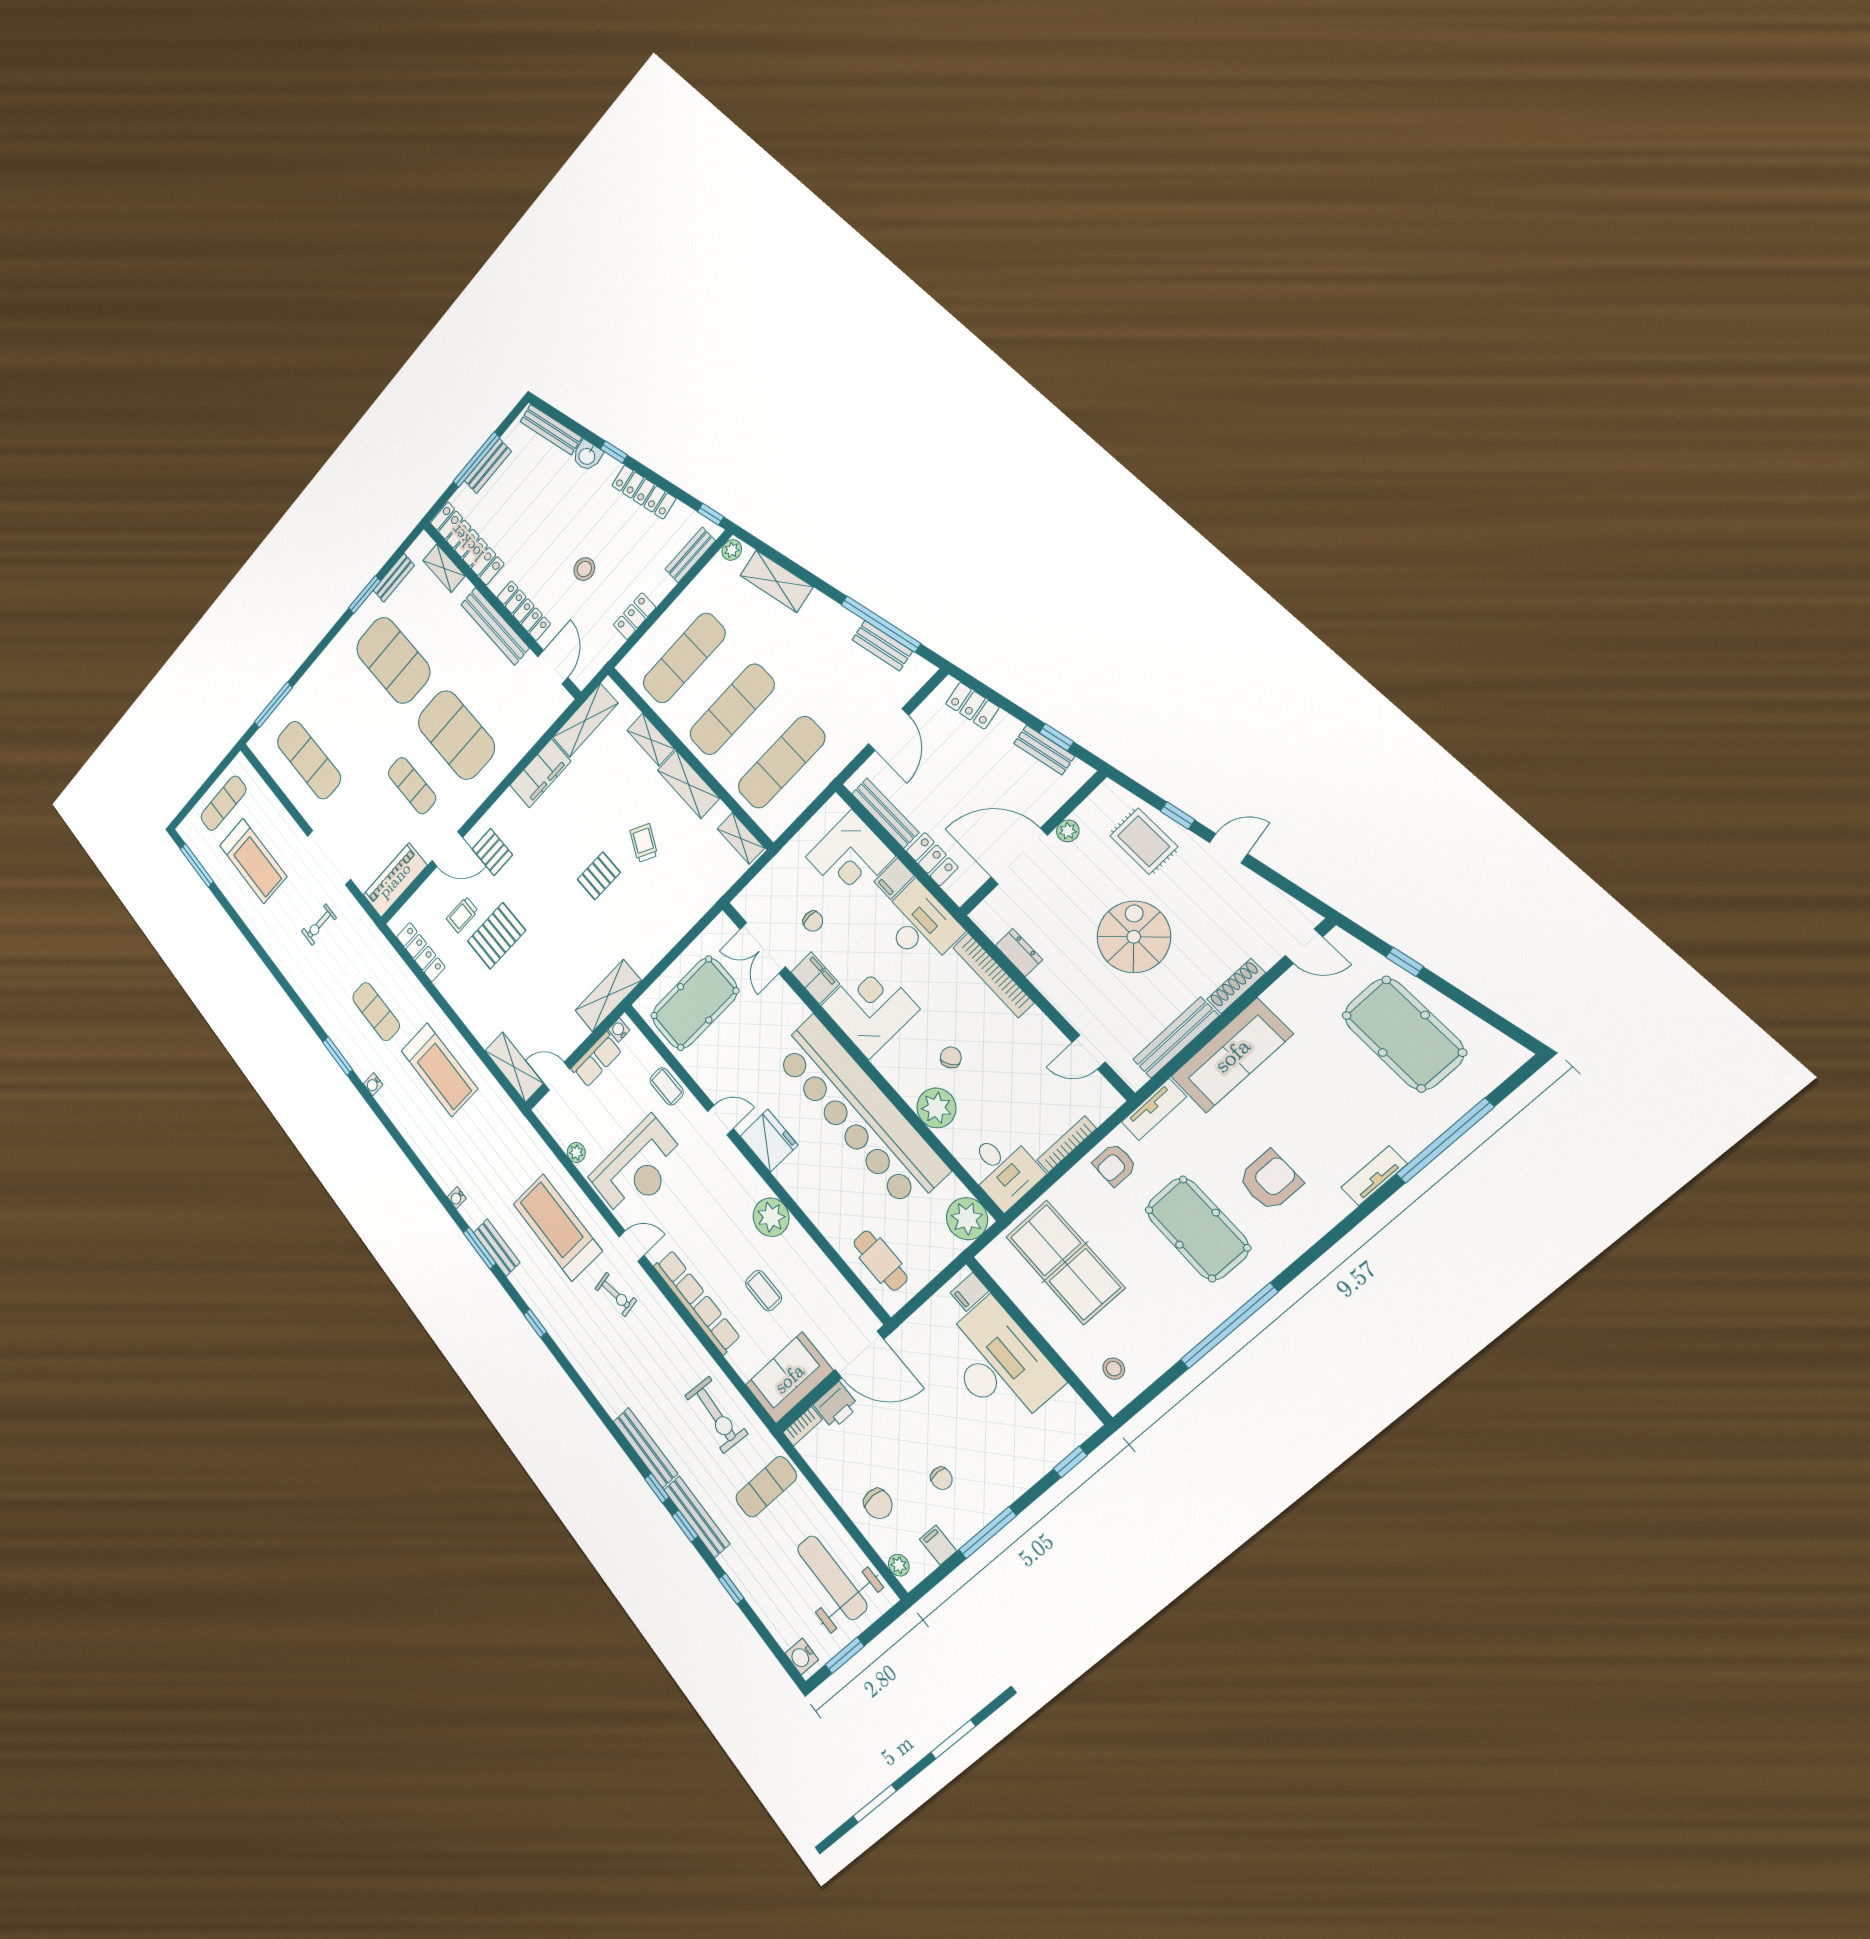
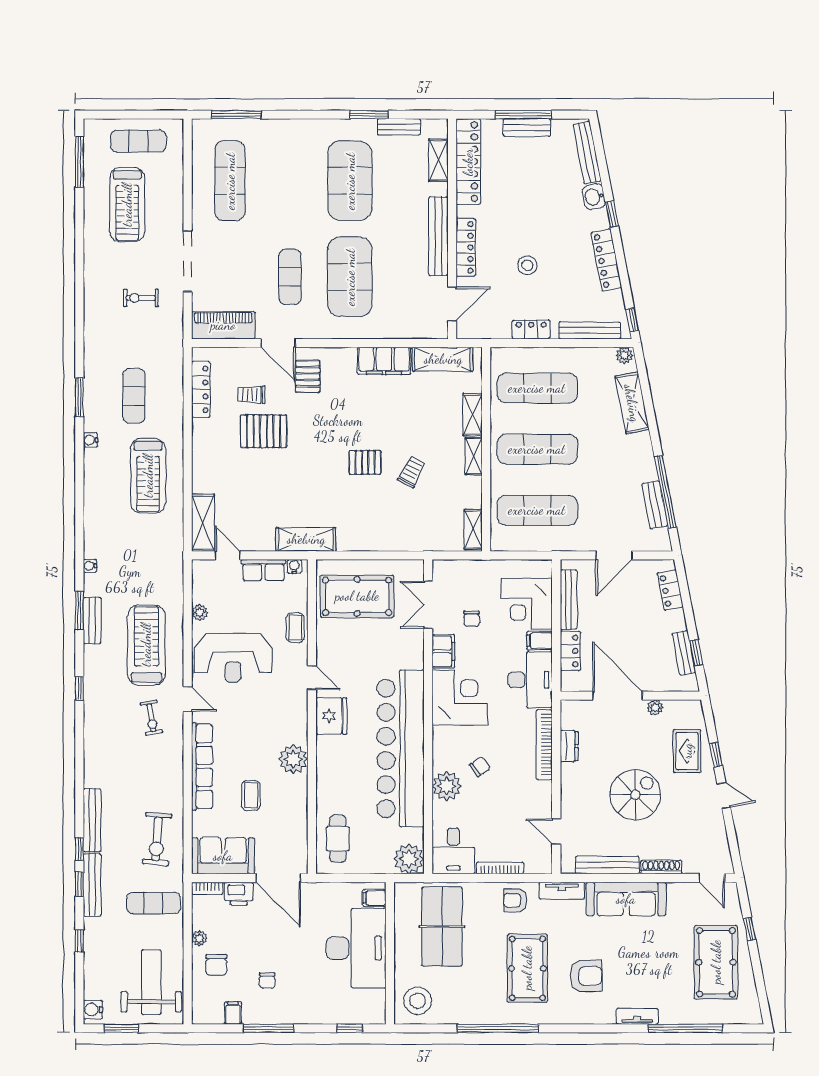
bench: (690, 555) -> (590, 330), width x1.36
shelving: (688, 784) -> (474, 456), width x0.67, depth x0.75
stool: (1114, 1369) -> (418, 1001), width x1.89, depth x1.89
plant: (899, 1565) -> (199, 938), moved

